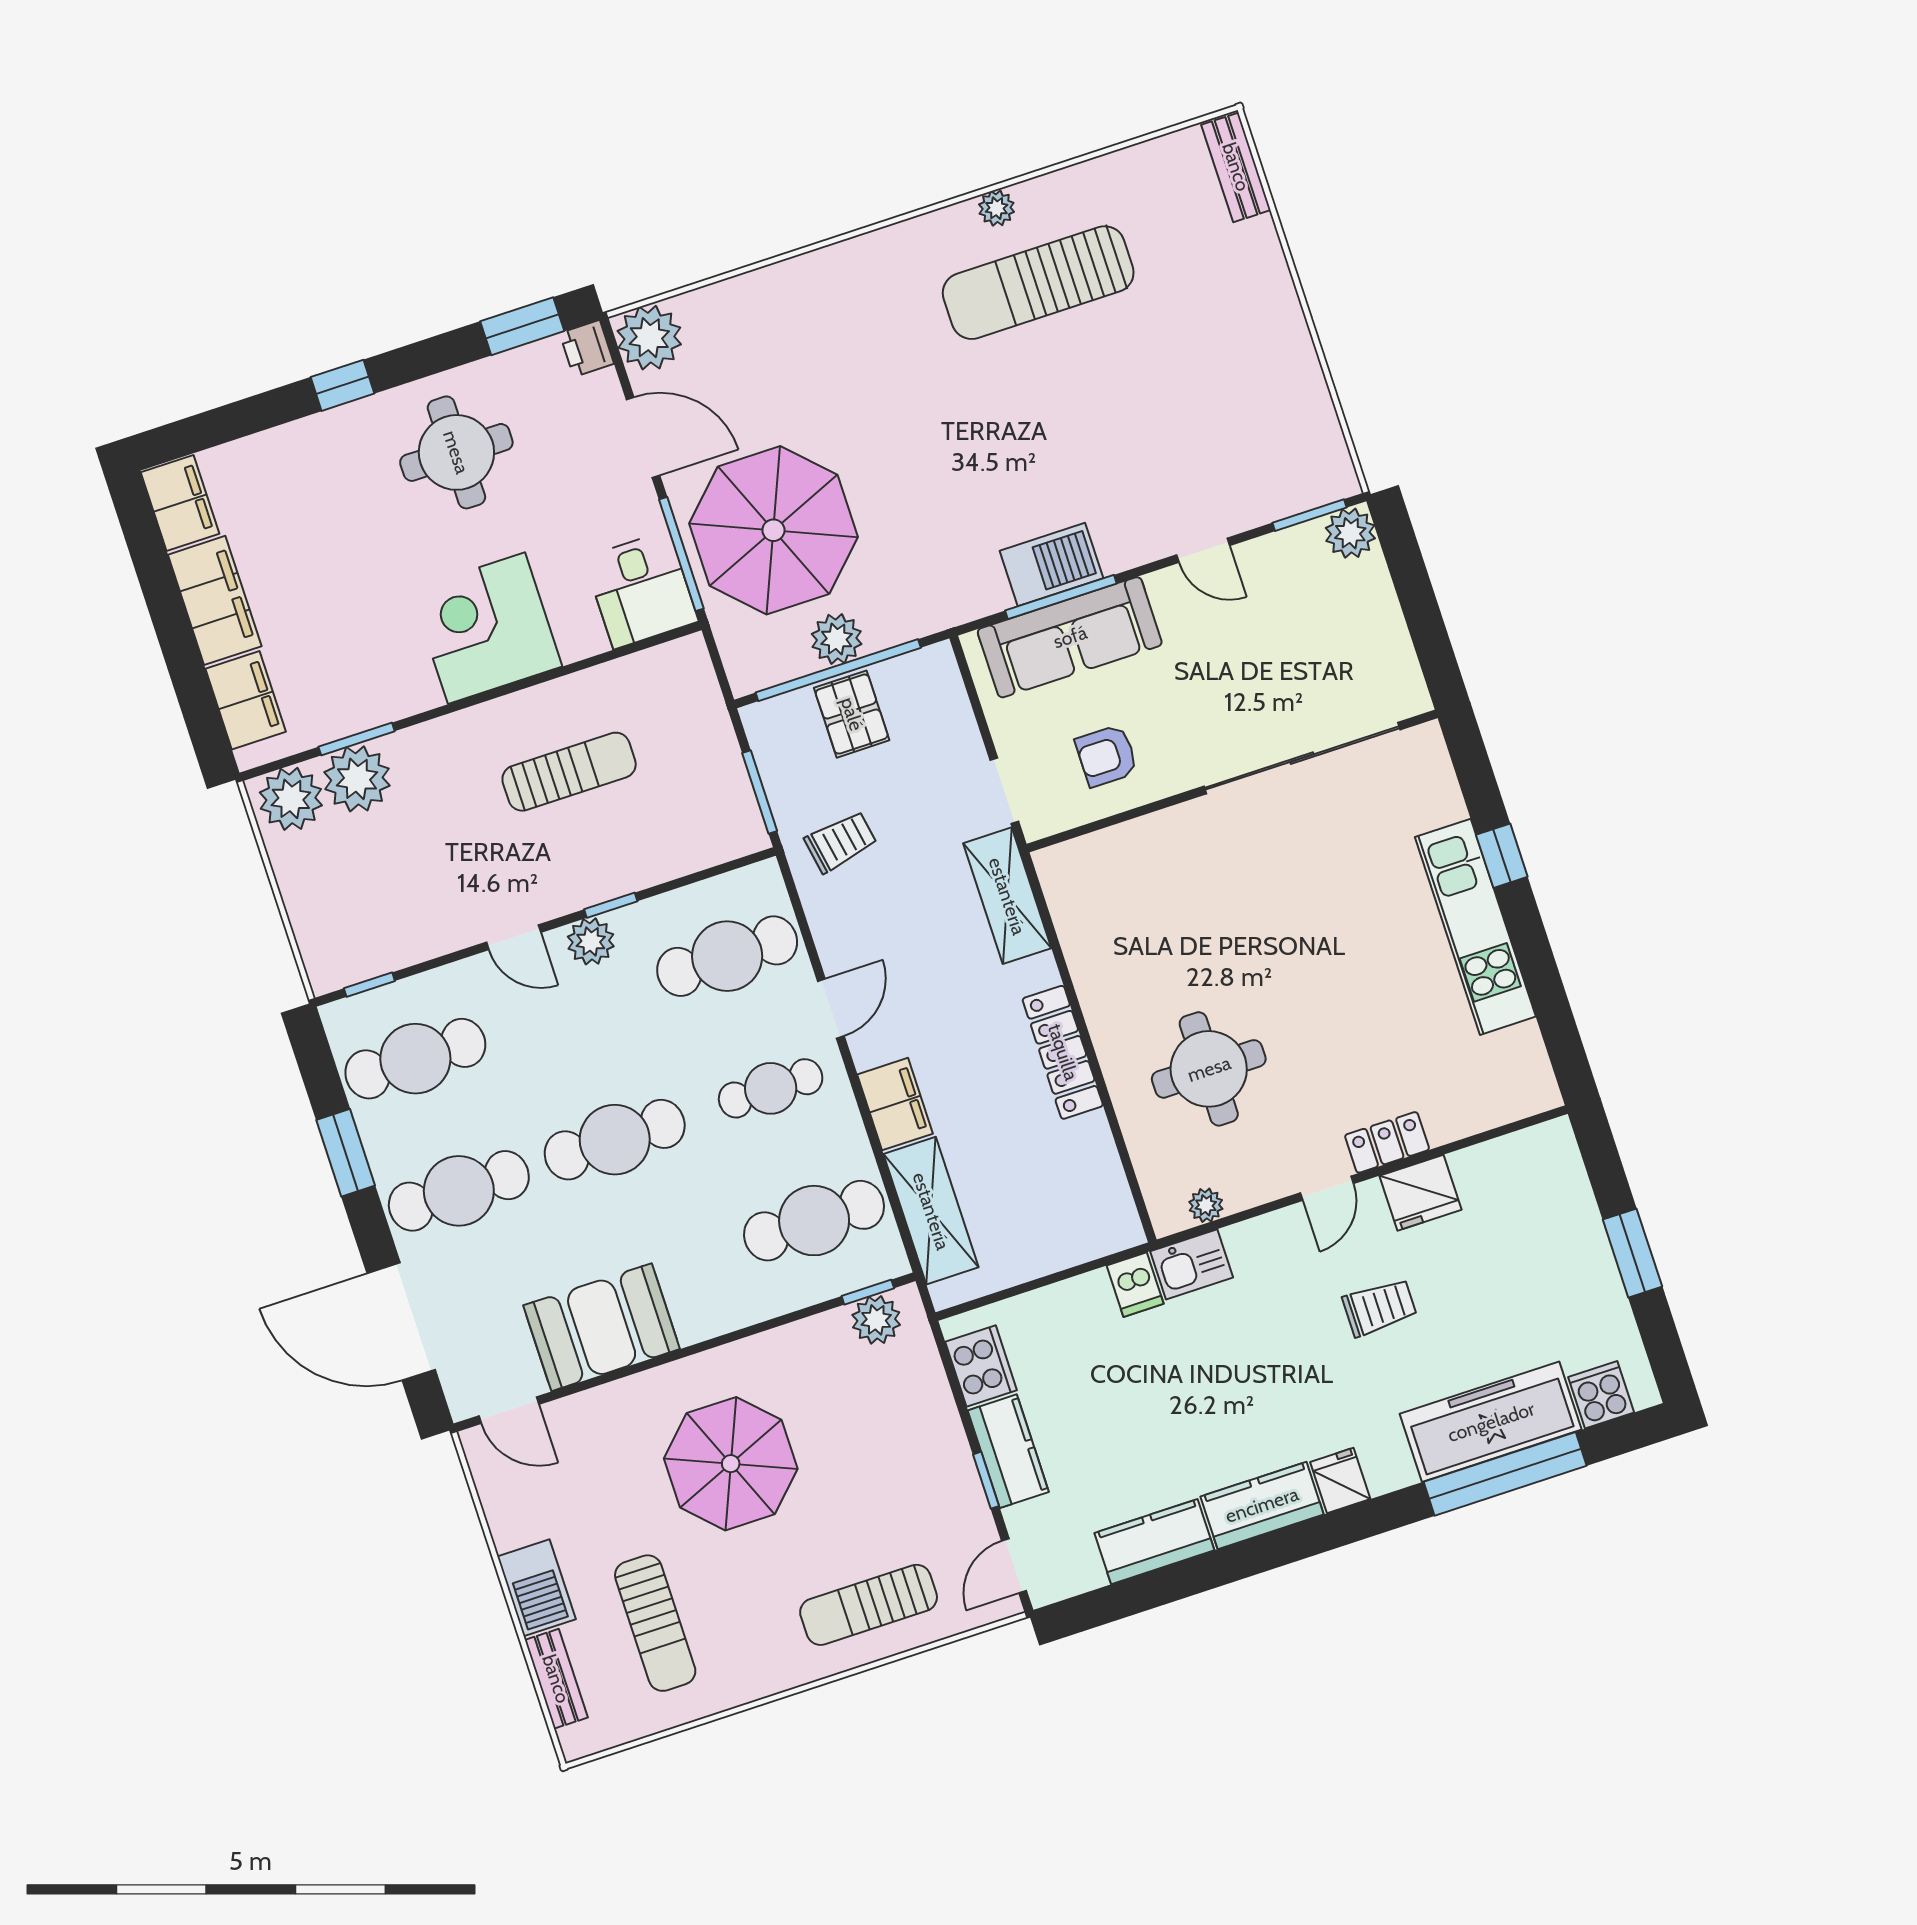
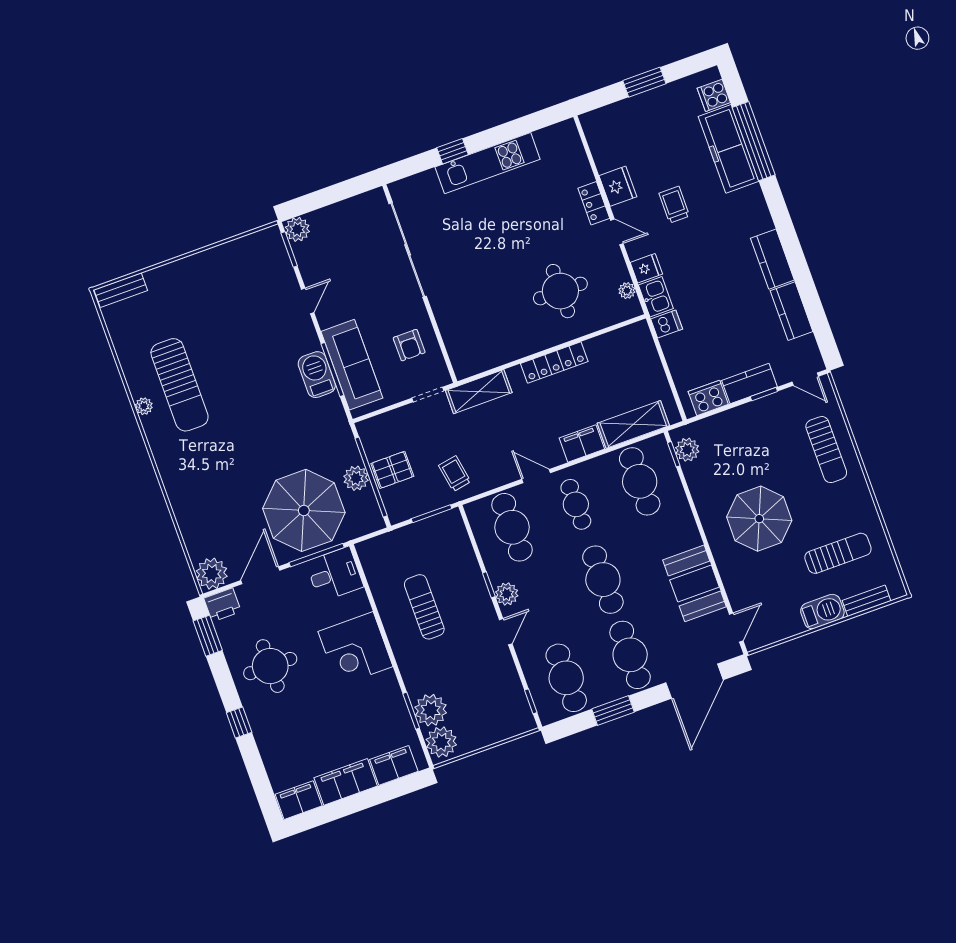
printer: (587, 348) -> (222, 605), width x1.36, depth x1.24
fridge: (1340, 1481) -> (646, 268), moved, turned 180

